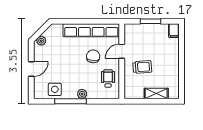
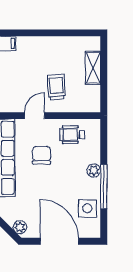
door: (122, 51) -> (35, 116), swing flipped
chair: (93, 56) -> (42, 155), turned 85
door: (31, 69) -> (59, 241), width x1.88

